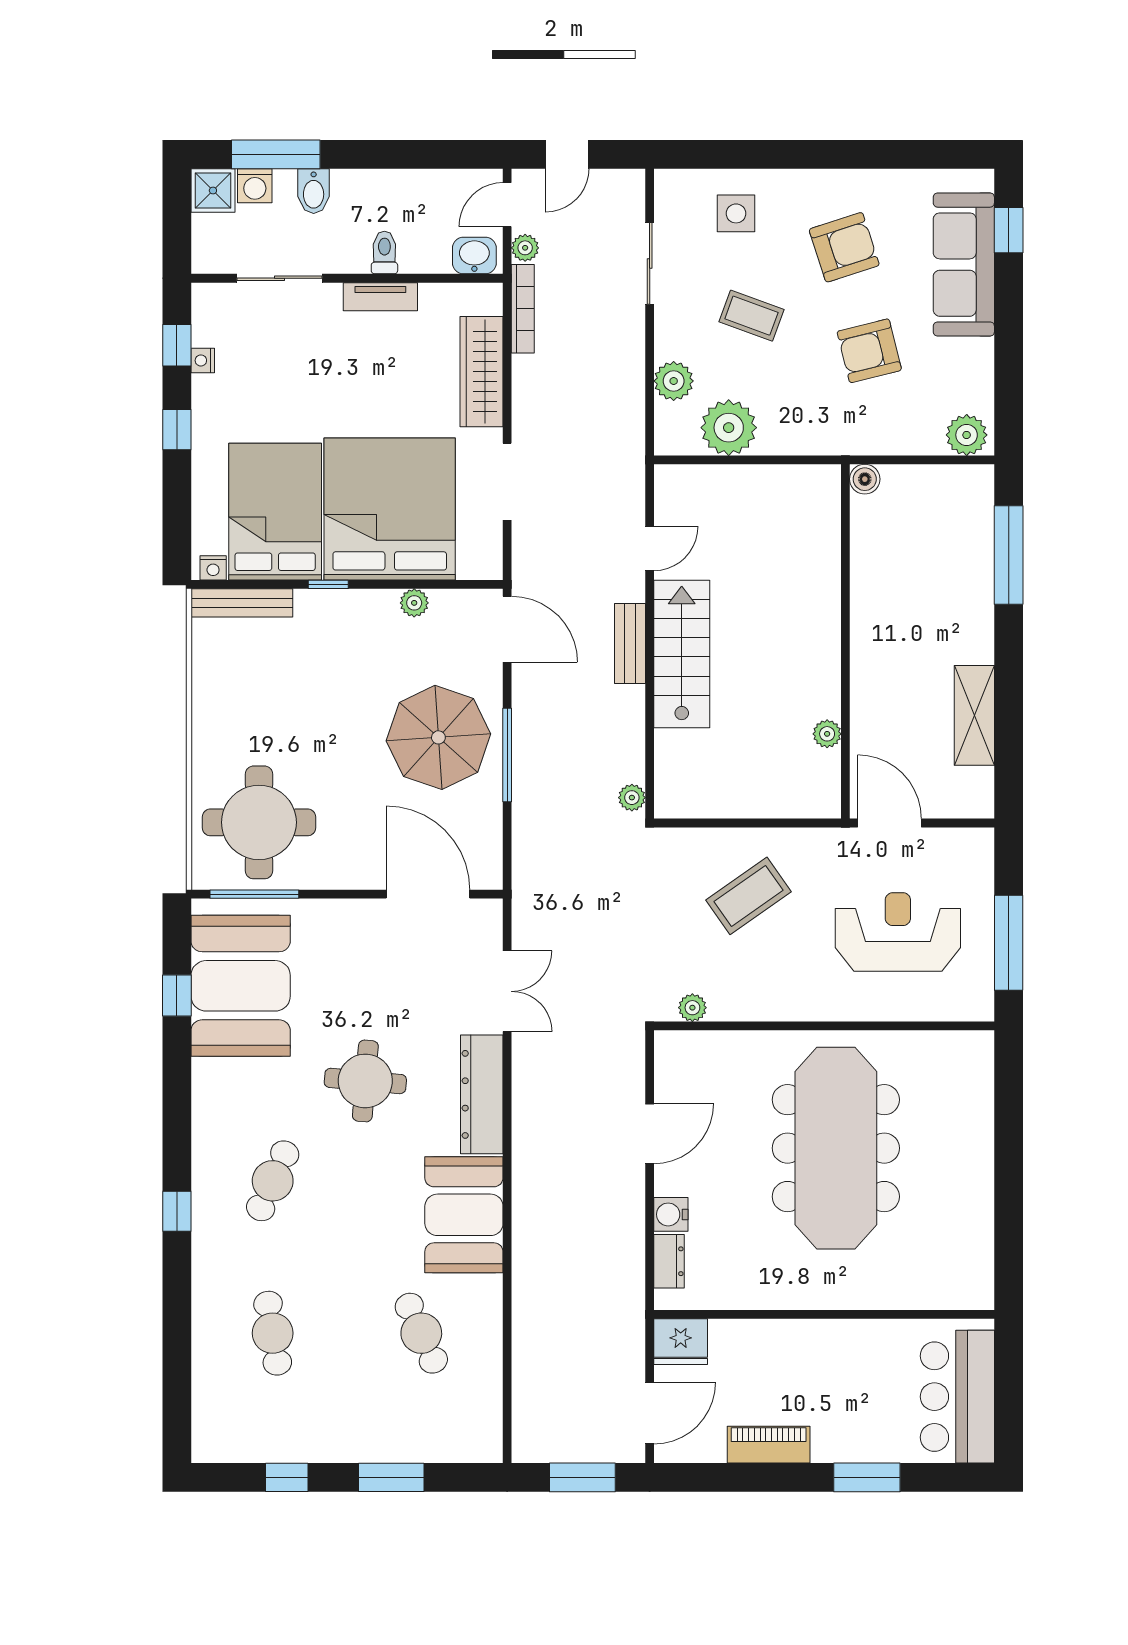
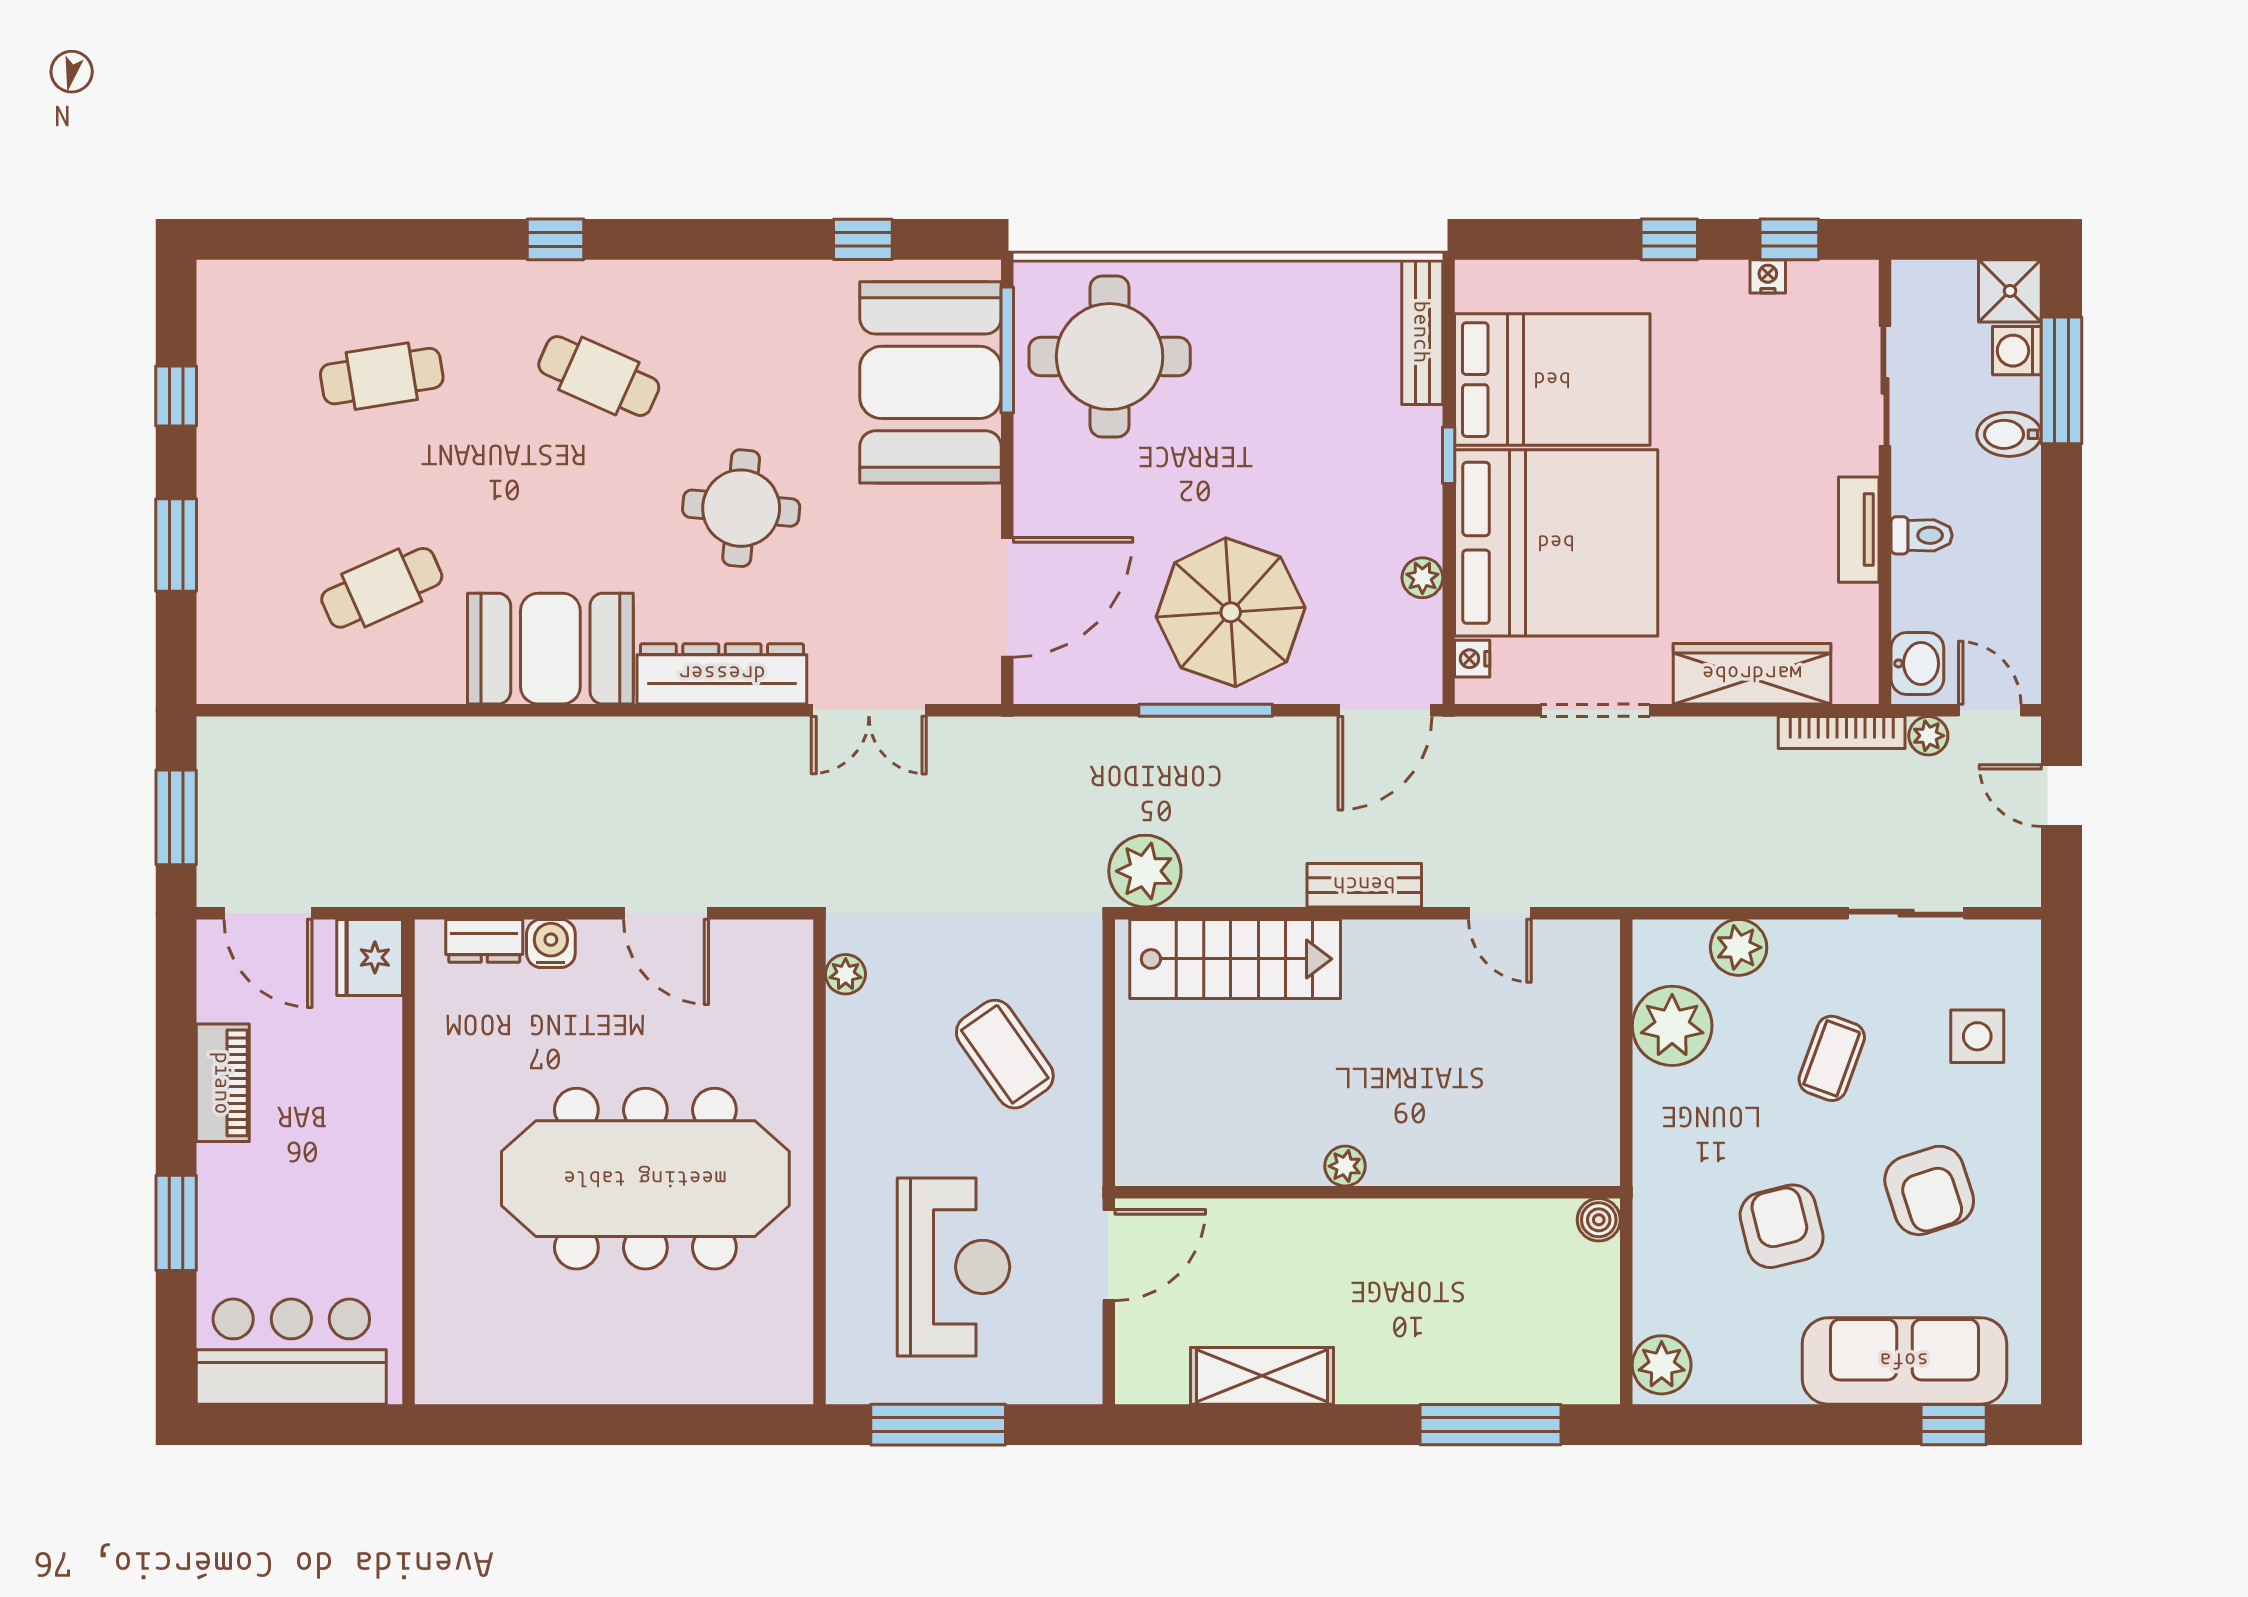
nightstand: (213, 568) -> (1472, 659), moved
stairs: (682, 654) -> (1235, 959), moved
plant: (827, 734) -> (1345, 1166), moved
plant: (632, 798) -> (1145, 871), width x1.88, depth x1.88
booth: (241, 986) -> (931, 382), moved, turned 90

